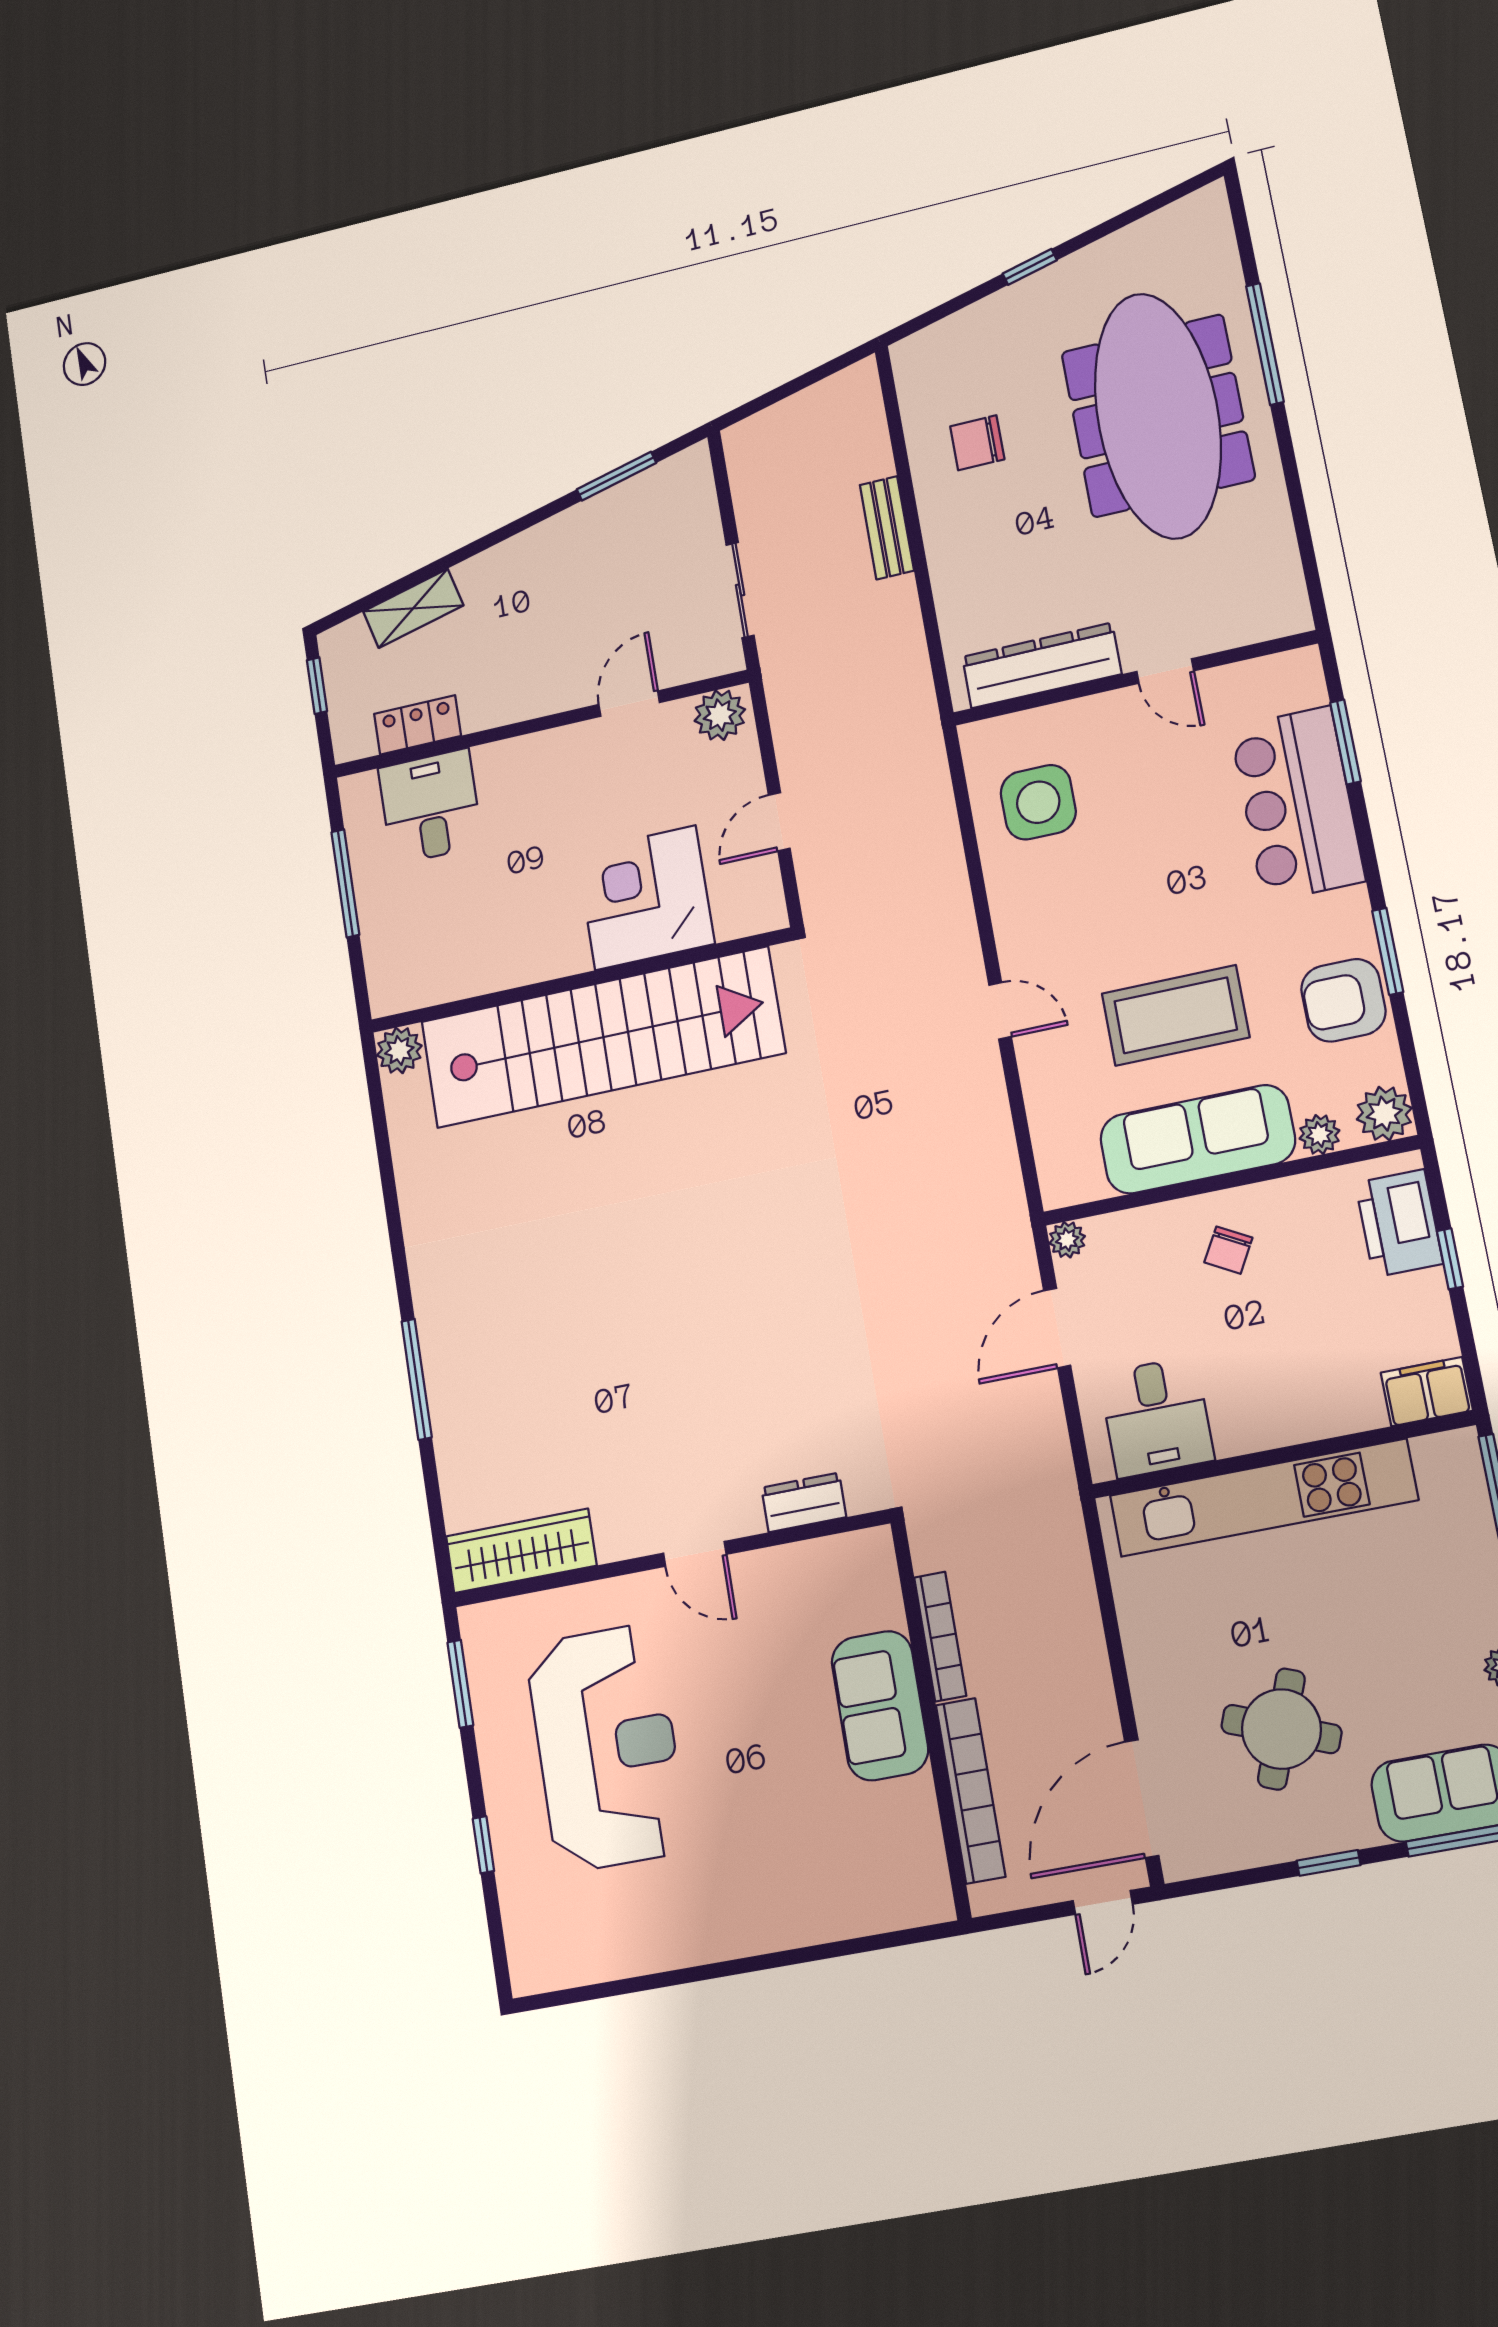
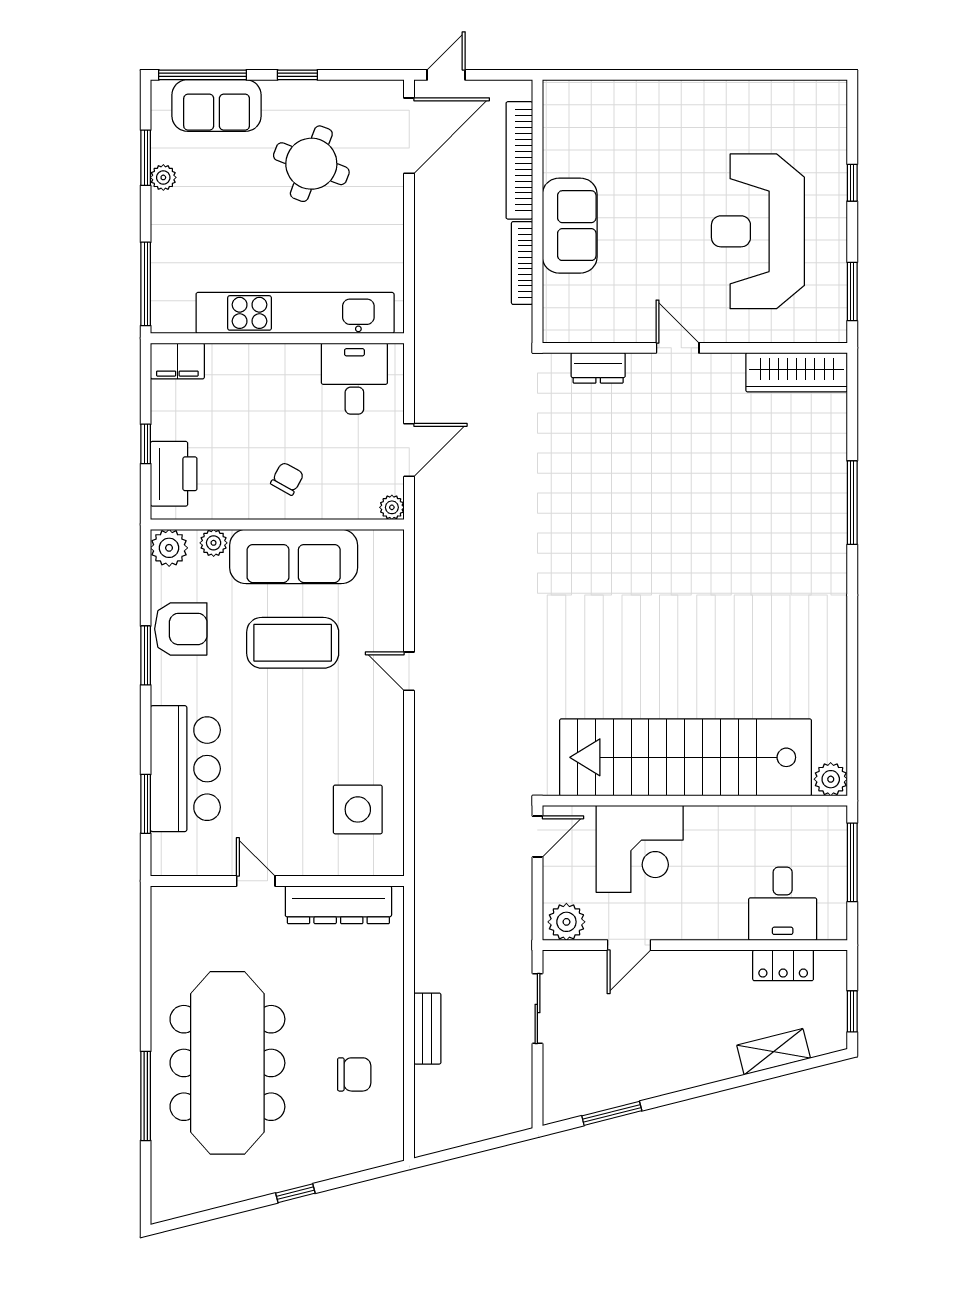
corner desk: (645, 898) -> (640, 849), moved
wall: (580, 980) -> (695, 801), moved
stairs: (602, 1037) -> (686, 757), moved
plant: (399, 1050) -> (831, 779), moved

